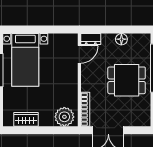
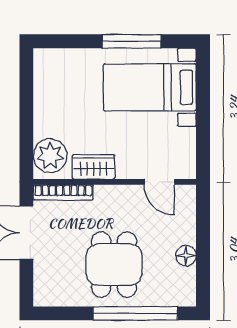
dresser: (91, 39) -> (186, 202), removed
wardrobe: (26, 119) -> (94, 167), moved, turned -90

